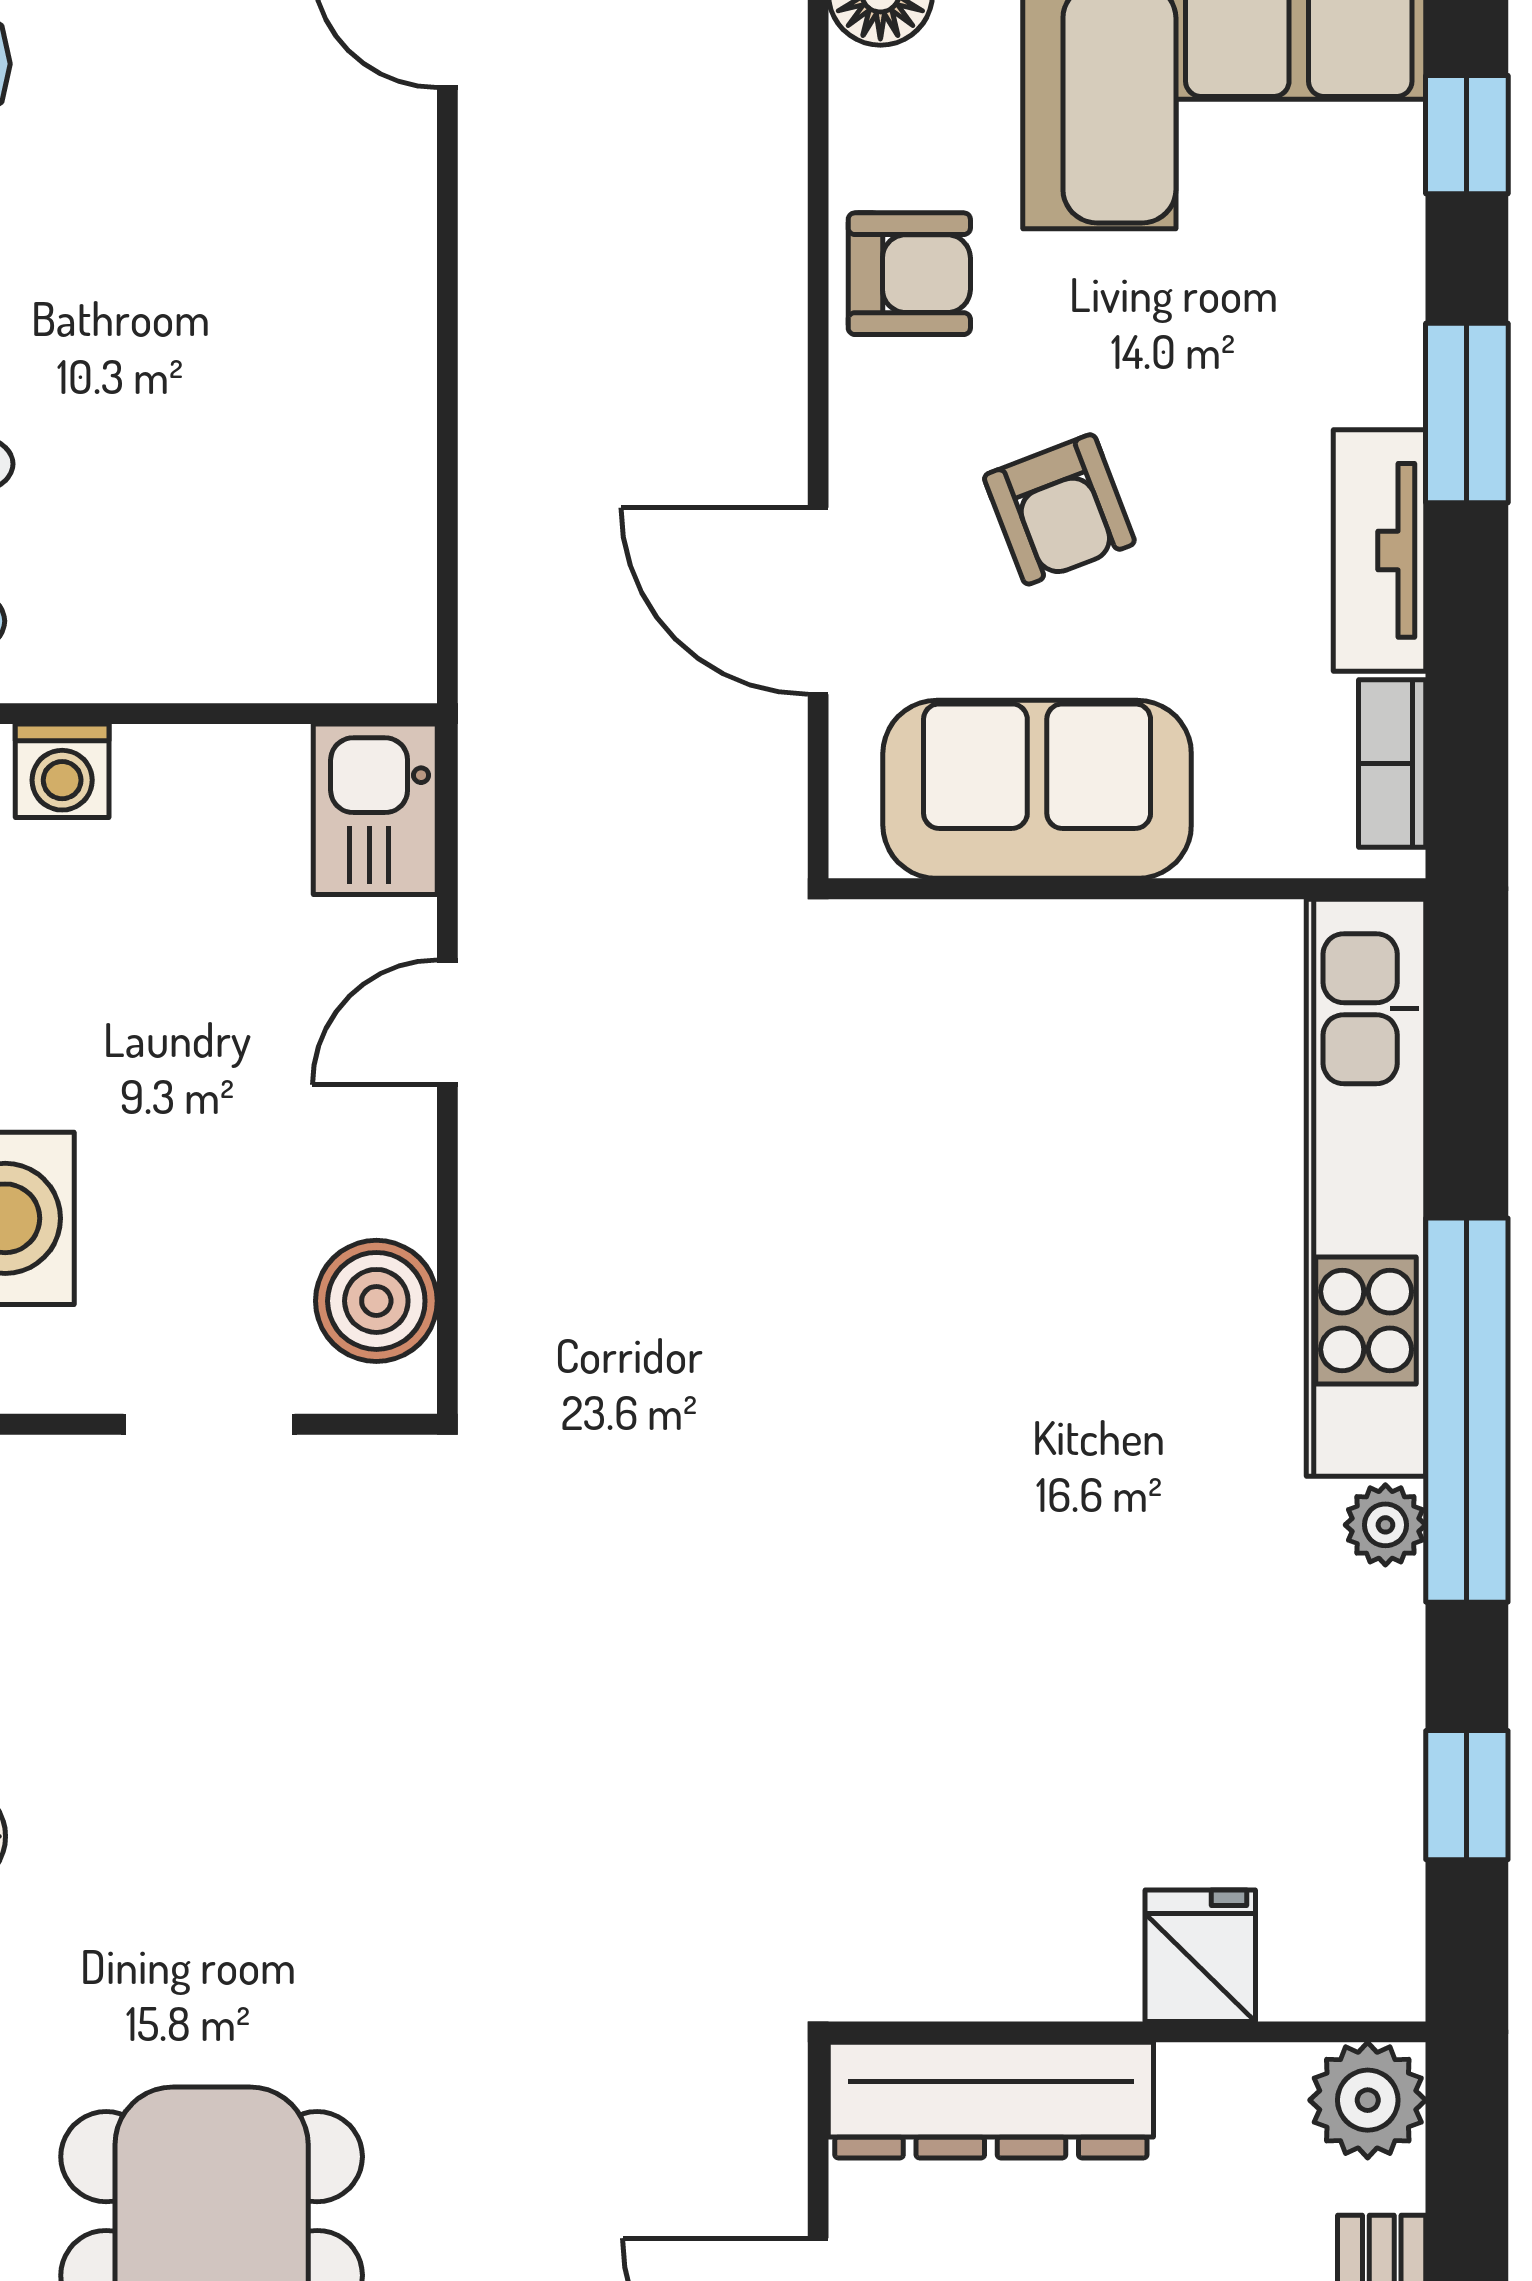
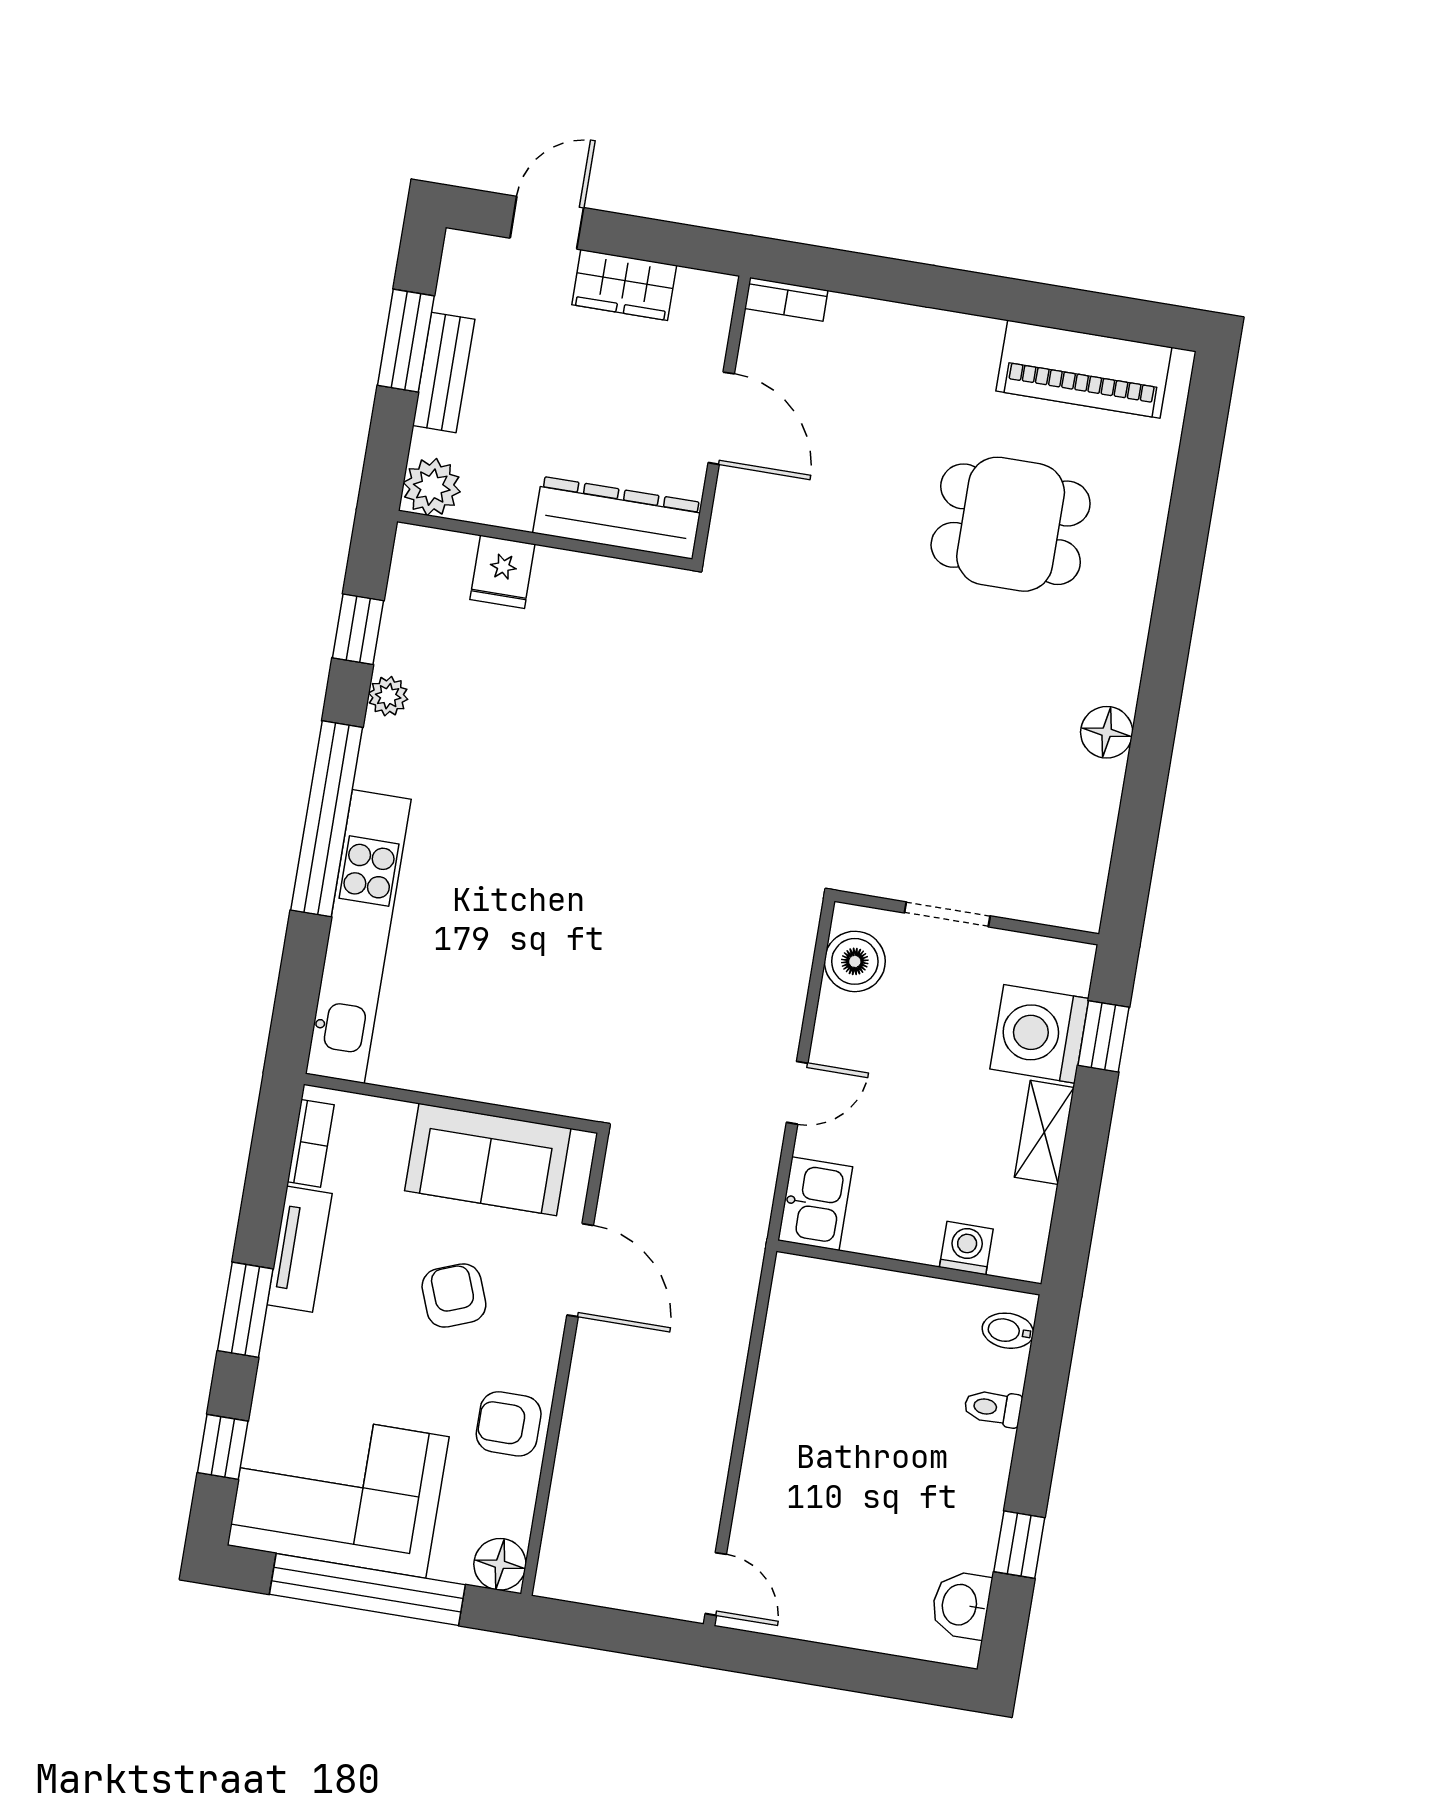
plant: (1385, 1525) -> (388, 696), moved

